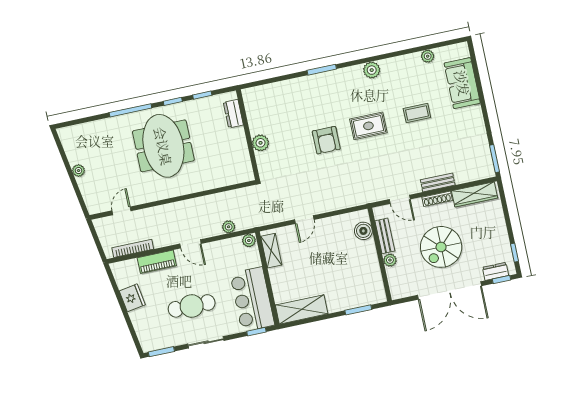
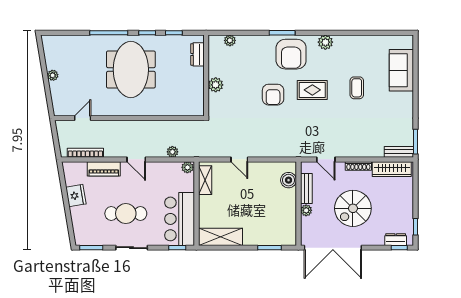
plant: (428, 56) -> (230, 40), moved
armchair: (337, 91) -> (291, 54), added
coffee table: (417, 113) -> (357, 88), turned 90
bench: (438, 182) -> (399, 152), moved
door: (304, 220) -> (239, 159), hinge flipped
double door: (449, 290) -> (333, 248), moved

